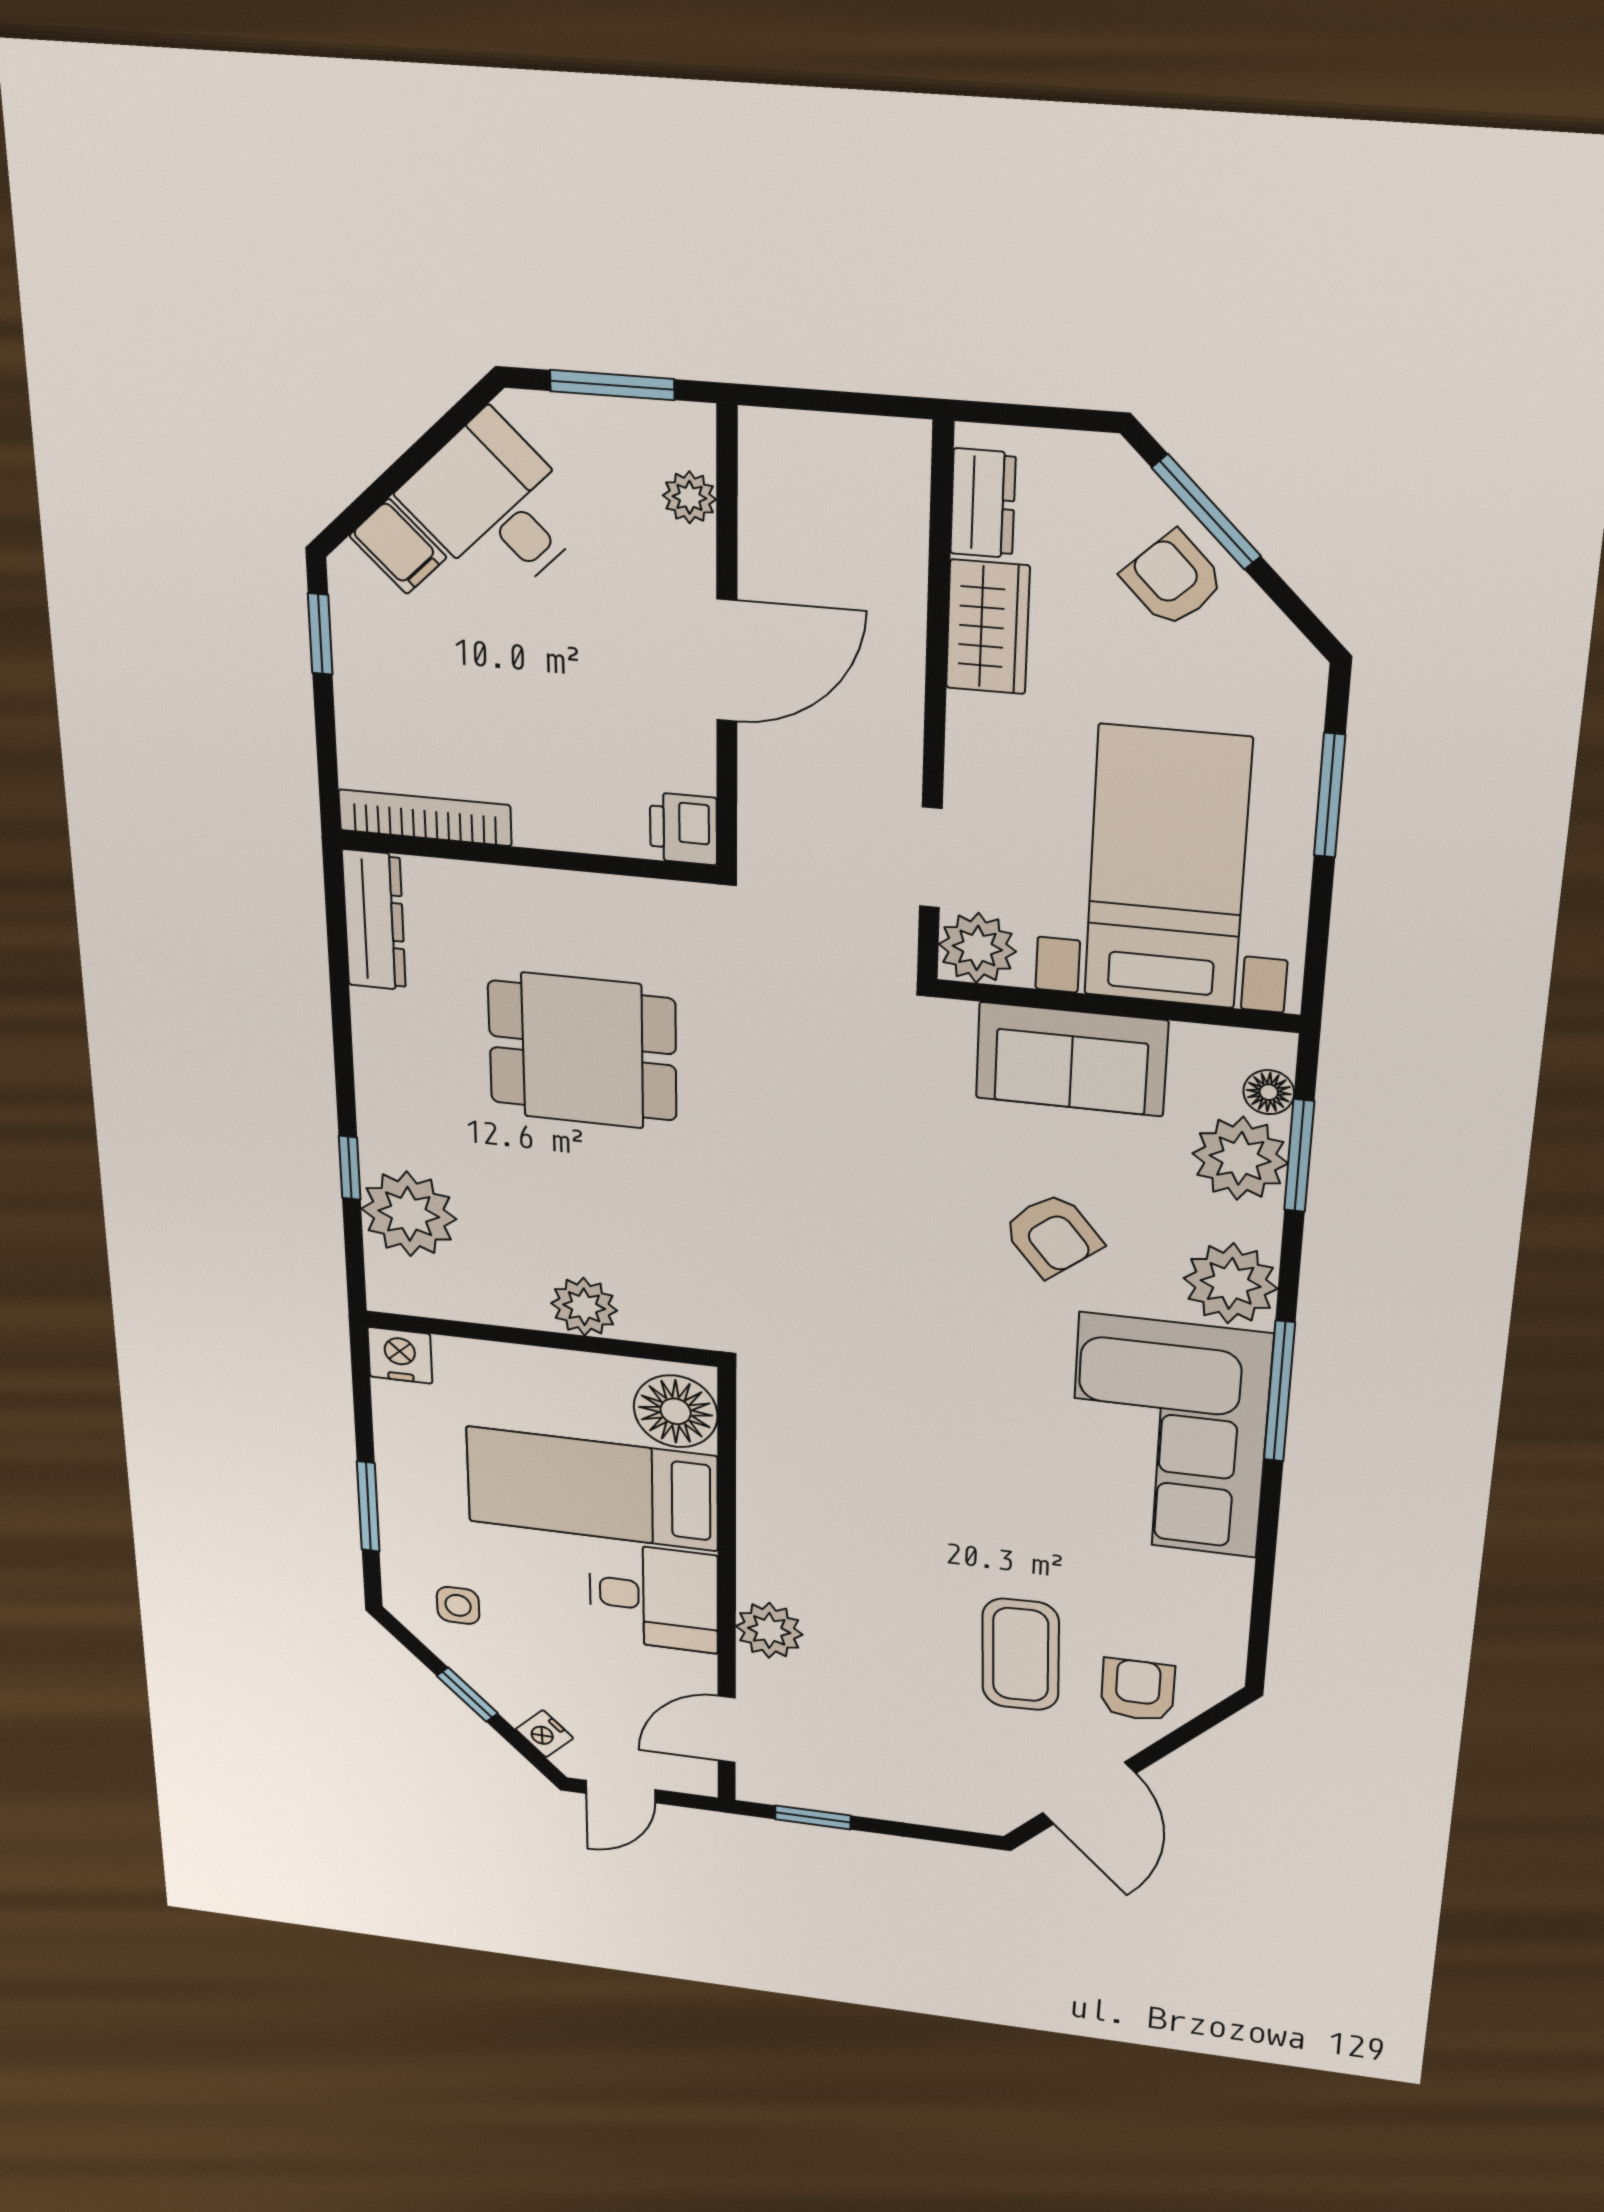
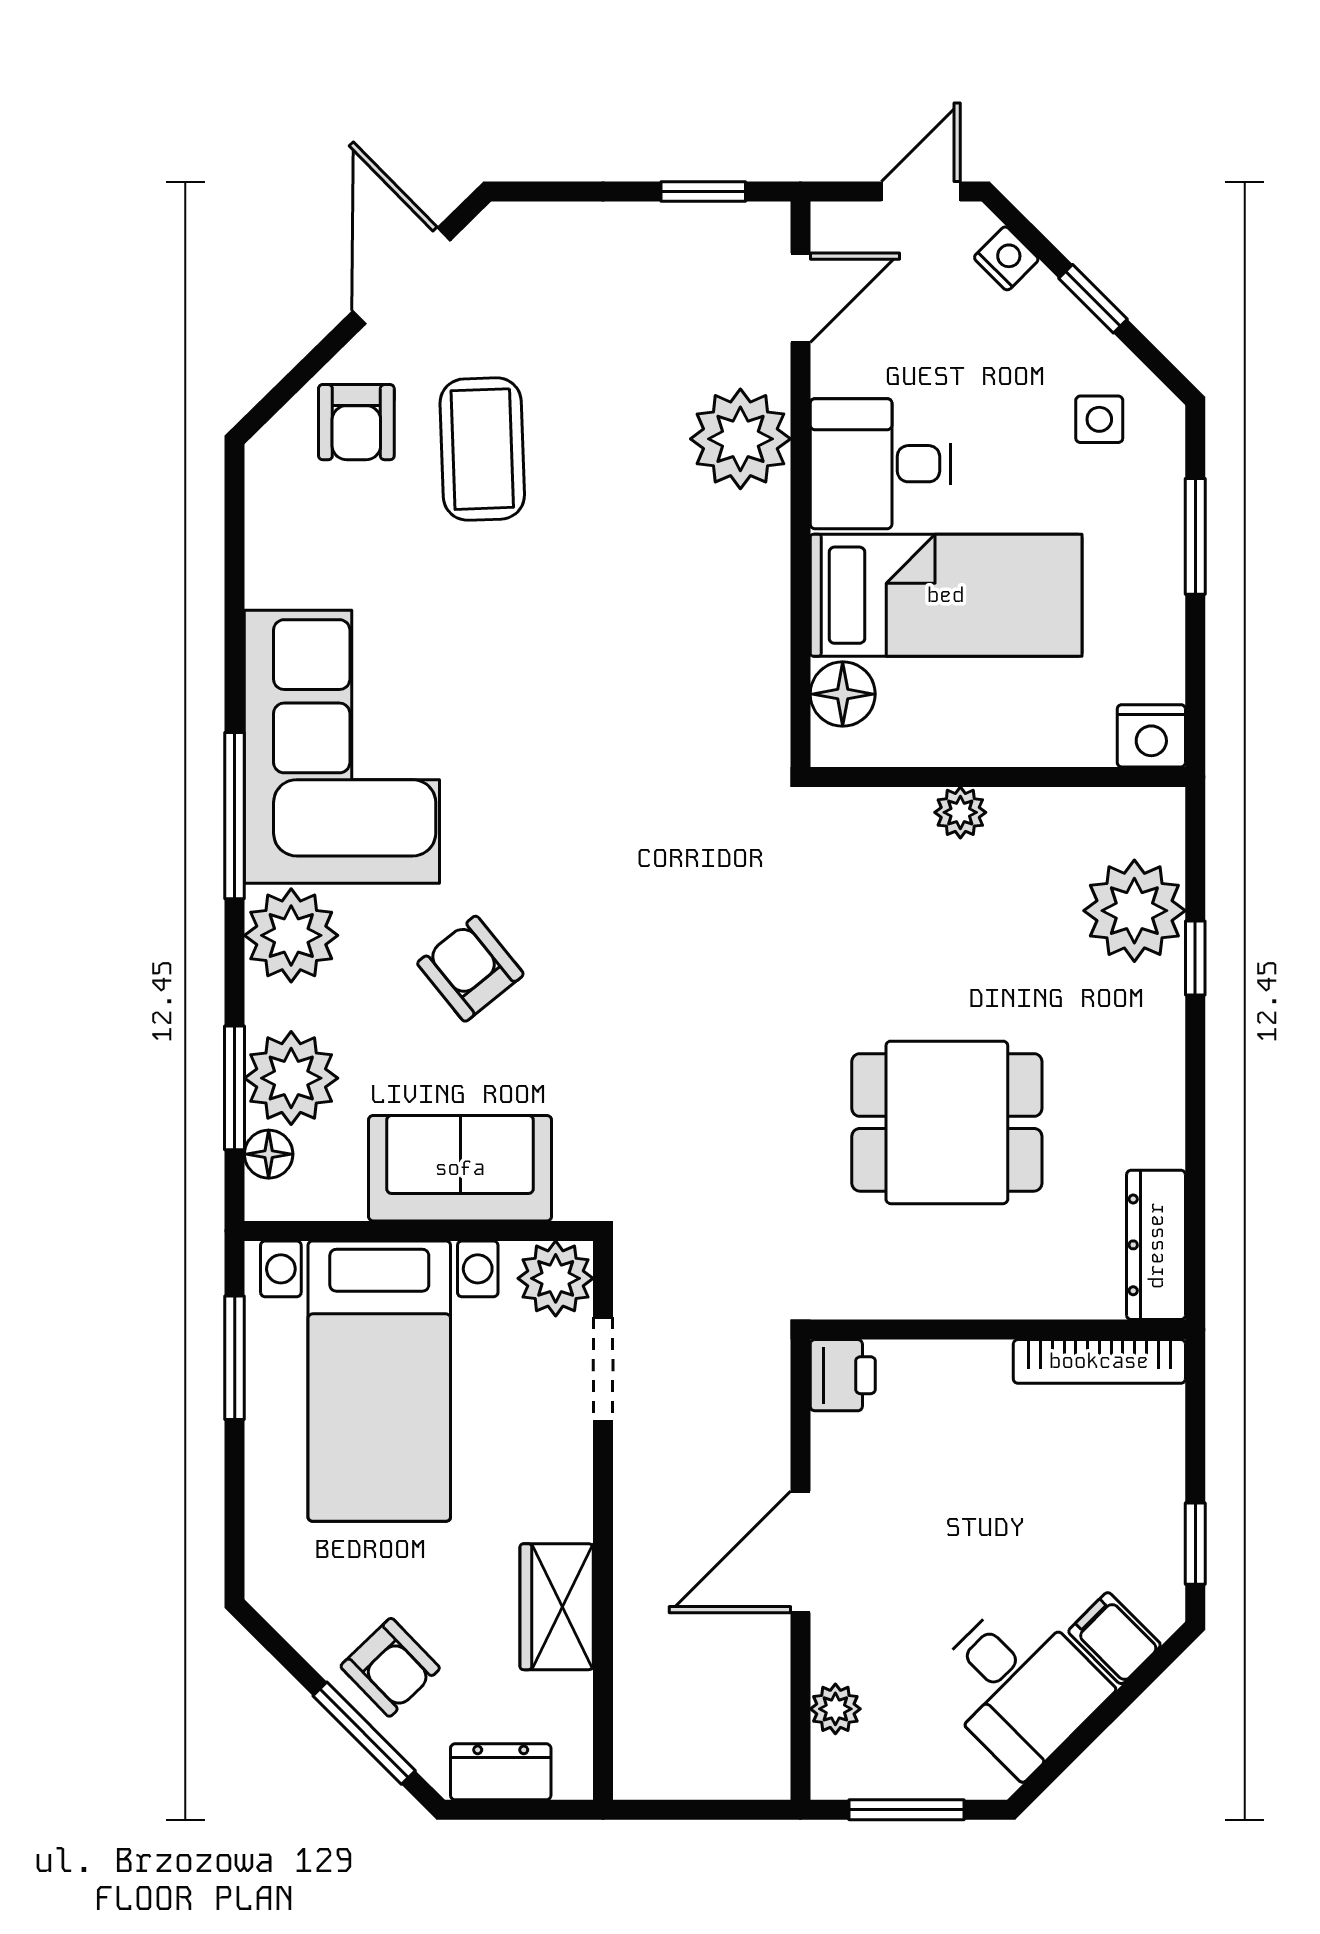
dresser: (983, 503) -> (501, 1772), moved, turned 90
window: (1330, 795) -> (235, 1358), moved
plant: (584, 1307) -> (960, 812), width x0.73, depth x0.73
floor lamp: (676, 1411) -> (843, 694), width x0.73, depth x0.73
plant: (769, 1630) -> (740, 439), width x1.36, depth x1.36

